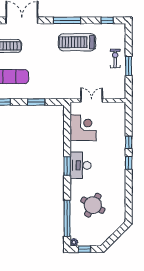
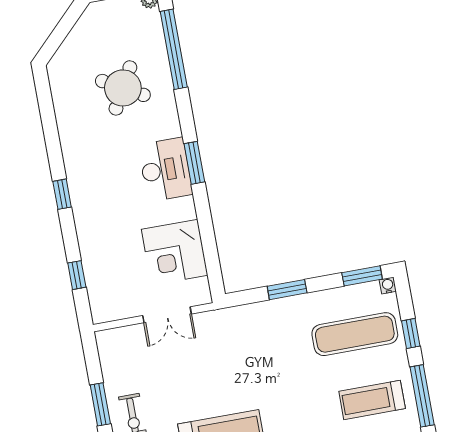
window: (129, 142) -> (77, 275), moved

